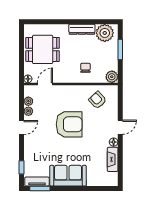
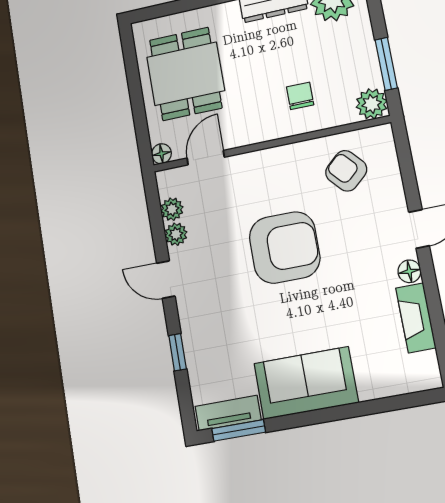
dining table: (43, 49) -> (186, 74), turned 90
window: (120, 50) -> (386, 64), moved
door: (22, 128) -> (166, 280), swing flipped
window: (22, 167) -> (178, 352), moved

